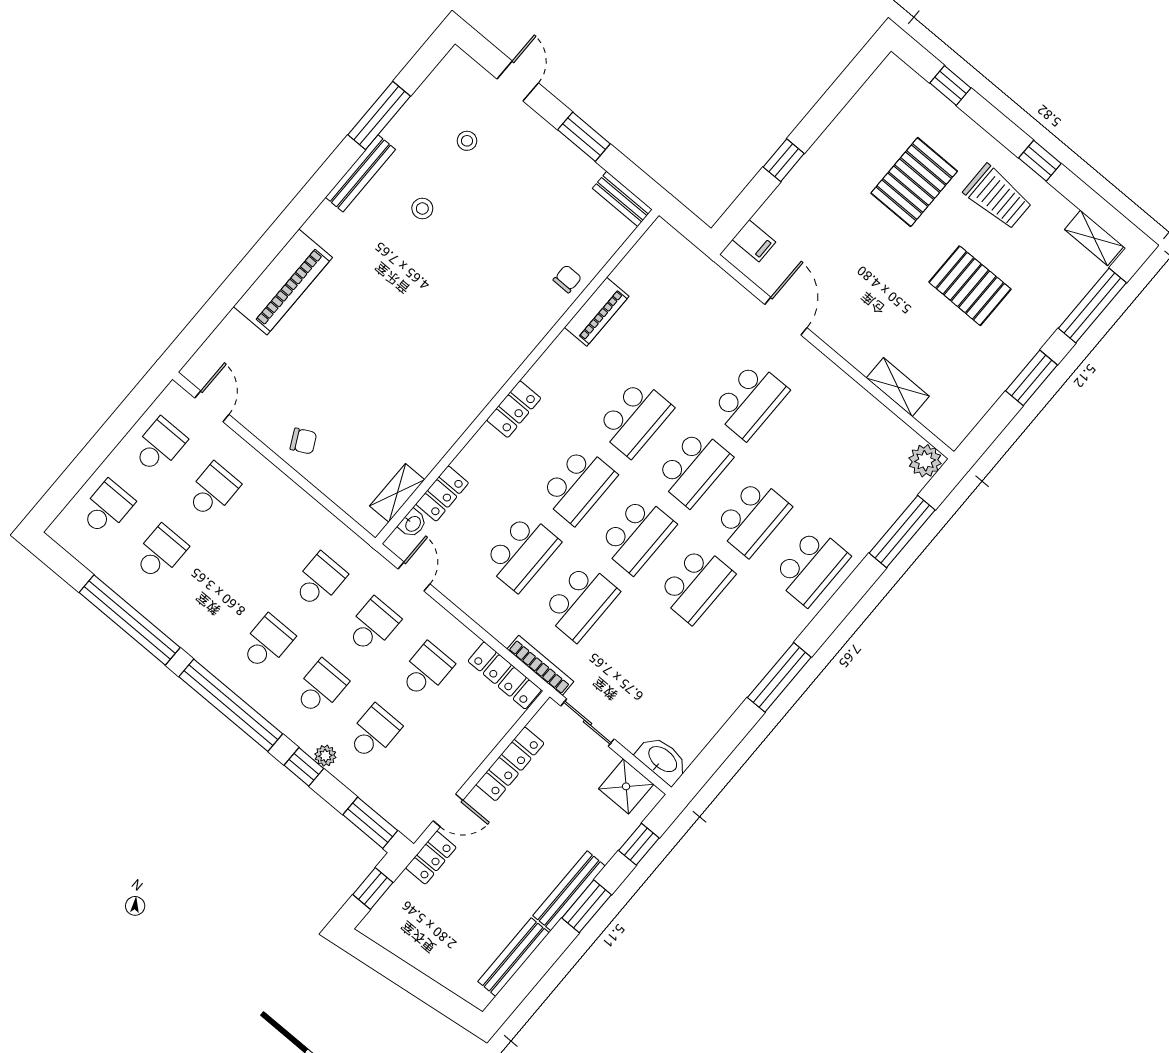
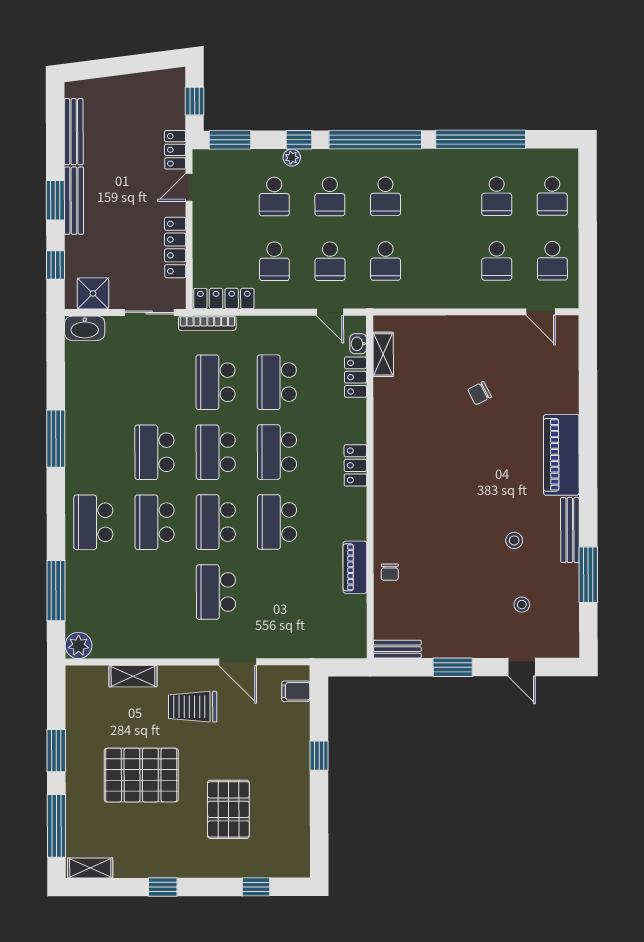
trolley: (998, 197) -> (193, 707), moved
piano: (283, 282) -> (561, 455), moved
pallet: (970, 286) -> (141, 775), width x1.37, depth x1.41
chair: (303, 441) -> (480, 393), moved

